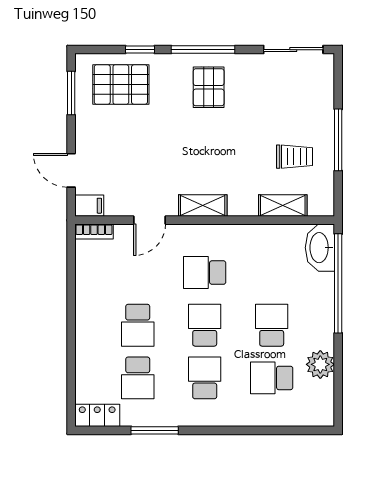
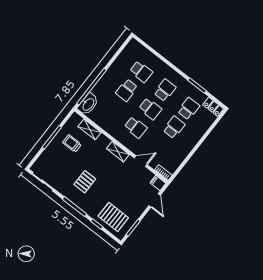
pallet: (209, 87) -> (85, 182), moved
school desk: (205, 325) -> (150, 109), turned -90
plant: (320, 364) -> (120, 63), removed
school desk: (205, 378) -> (165, 90), turned 180

